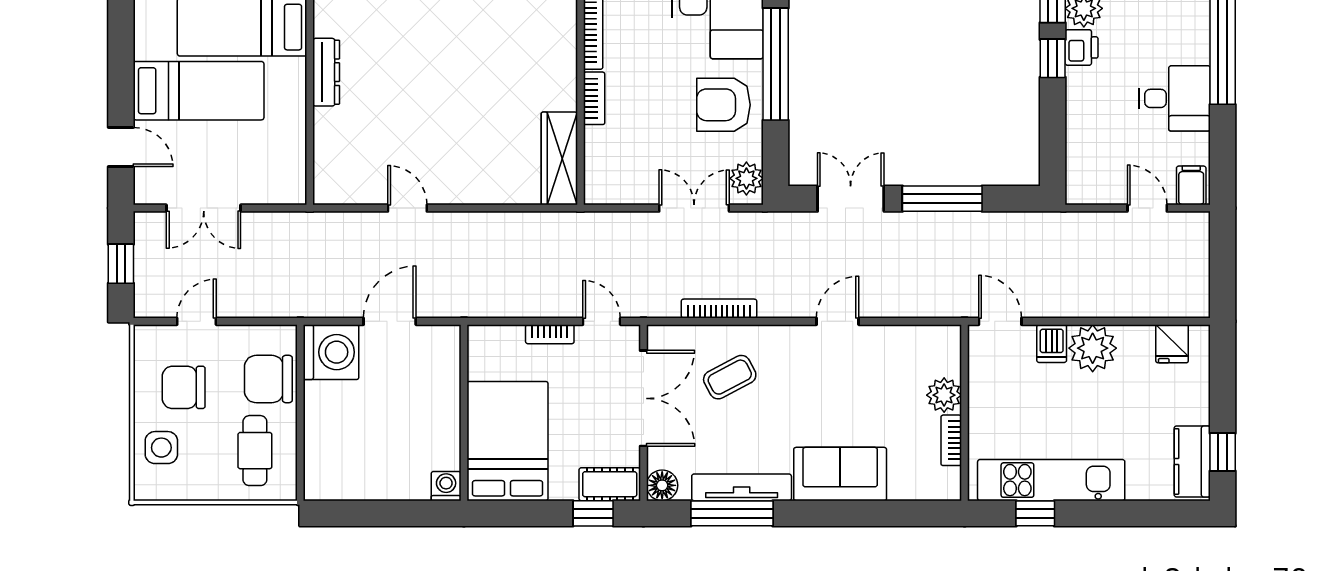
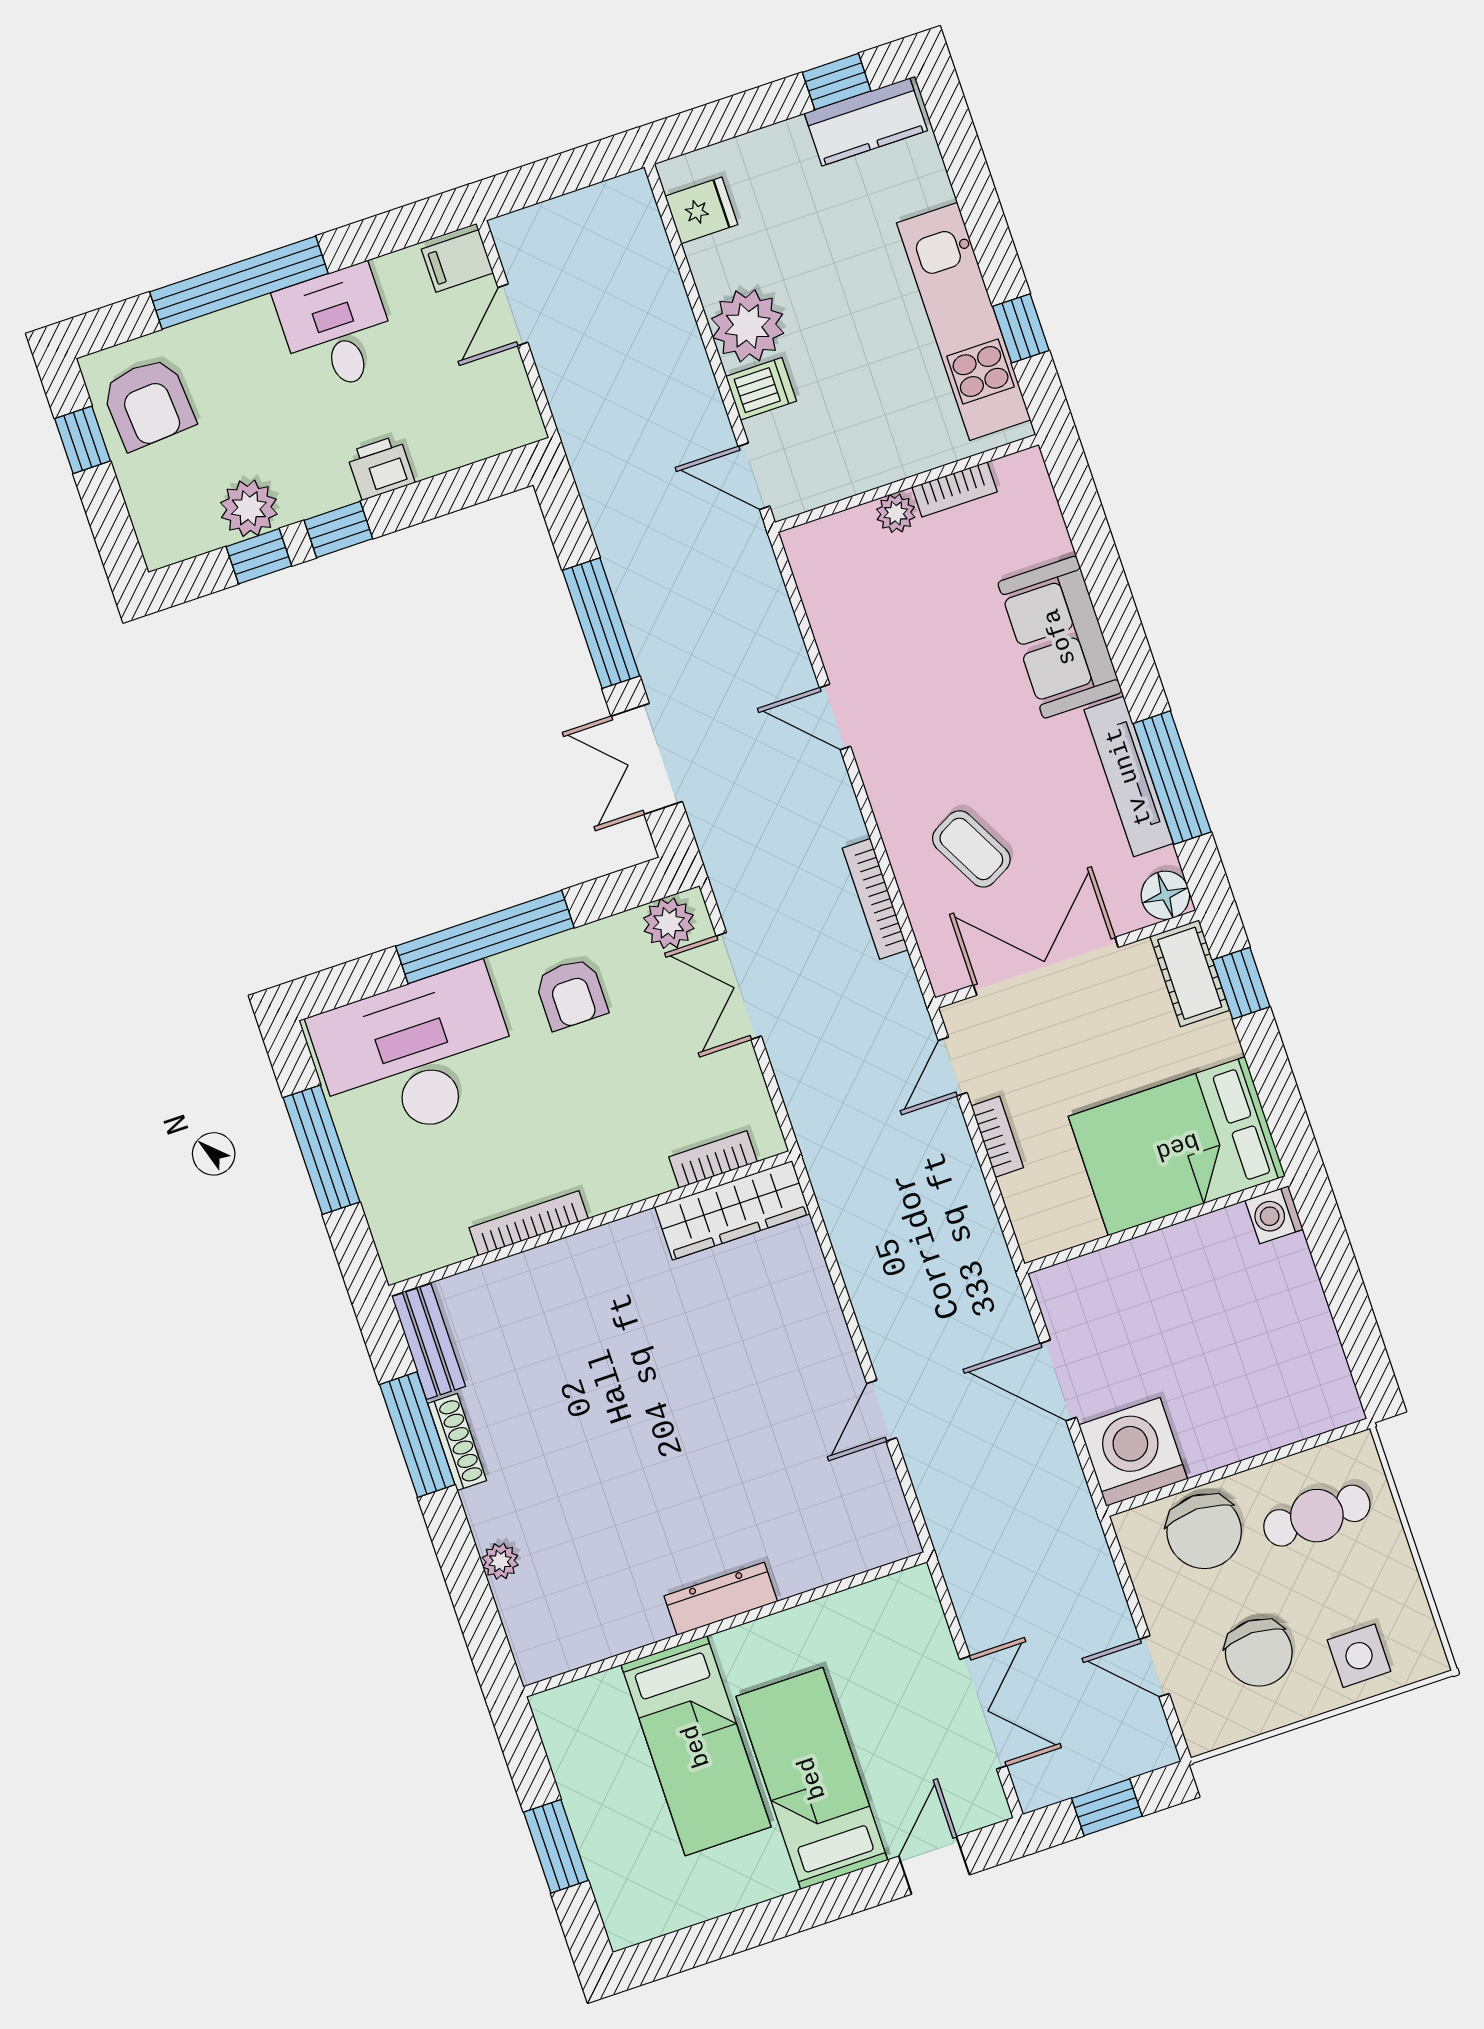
printer: (1082, 47) -> (381, 468), moved
bookcase: (594, 98) -> (713, 1159), moved
armchair: (724, 105) -> (571, 994), width x0.72, depth x0.72
door: (1000, 321) -> (754, 476), hinge flipped
plant: (944, 395) -> (896, 513), width x0.73, depth x0.73

